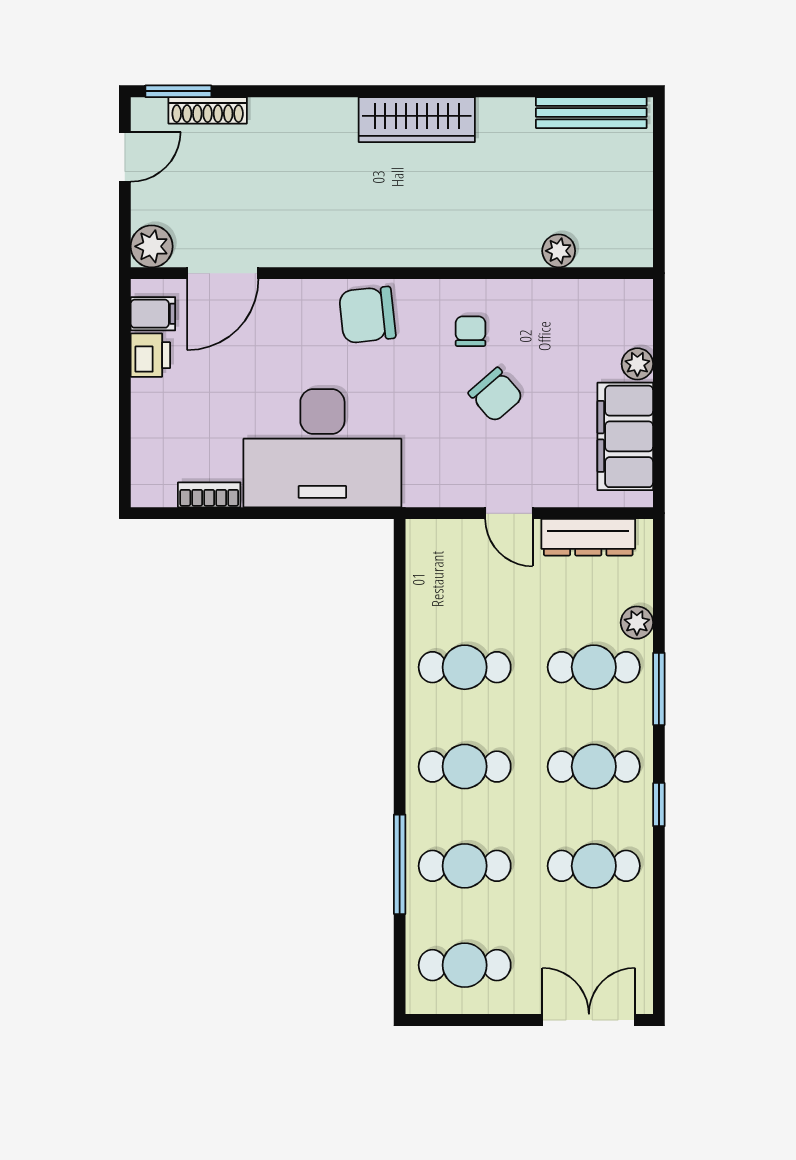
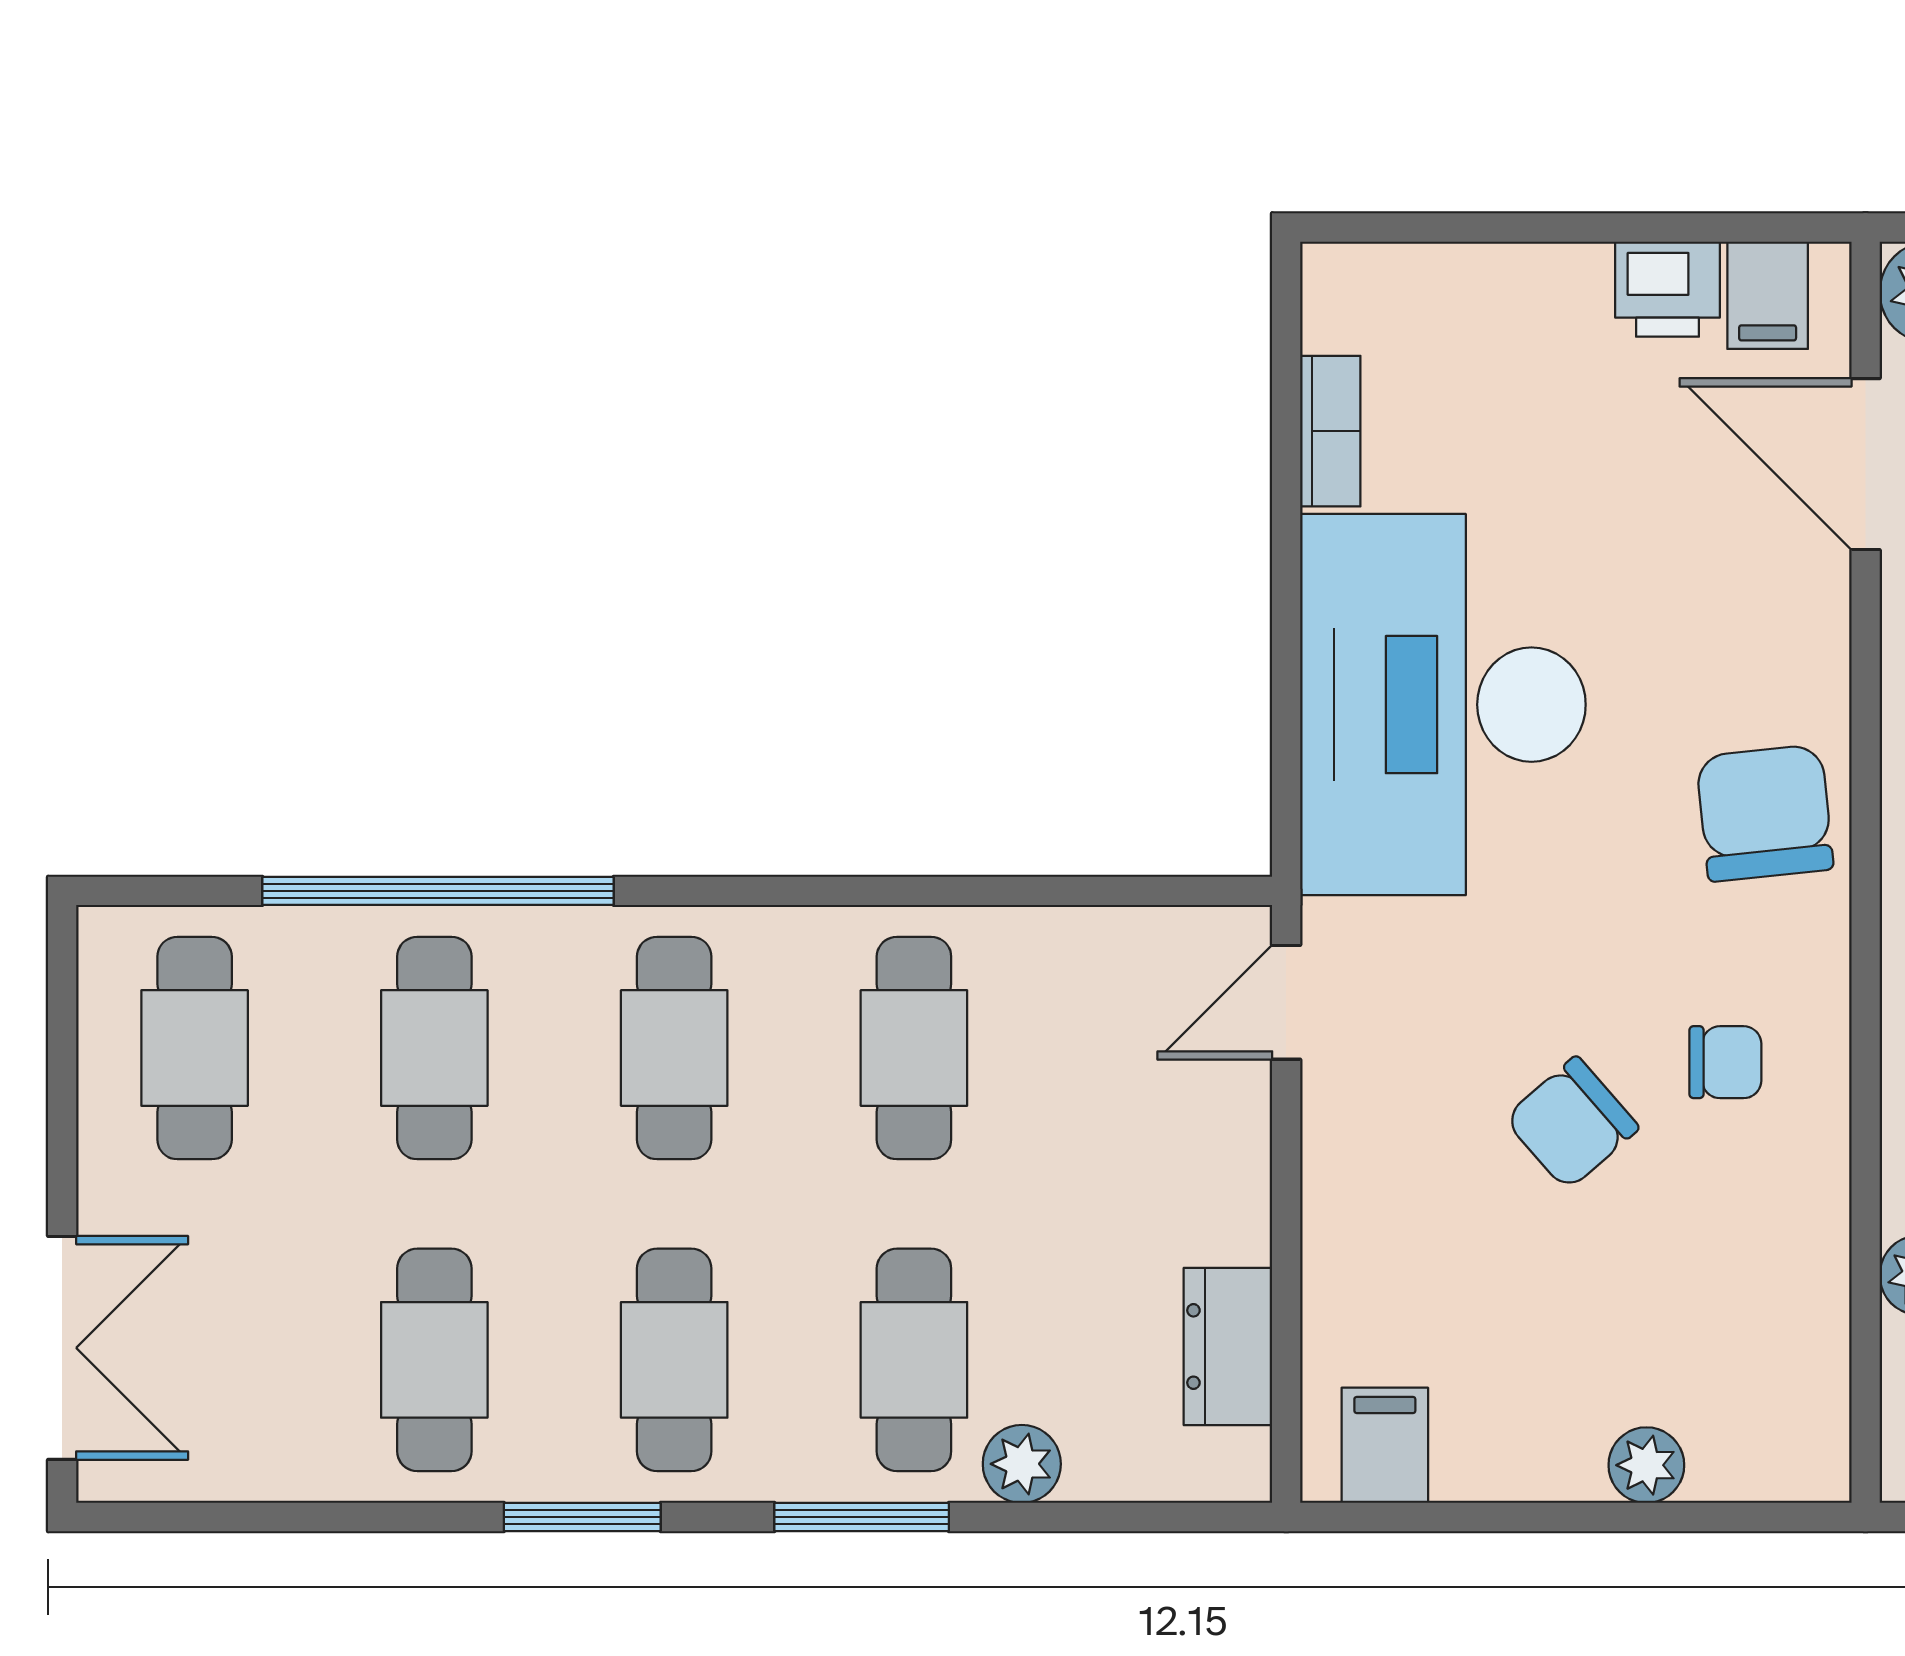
filing cabinet: (625, 436) -> (1385, 1445), width x0.33, depth x0.86
door: (509, 513) -> (1286, 1002), moved
dresser: (588, 537) -> (1228, 1347), width x0.70
window: (659, 805) -> (582, 1517), width x1.50
window: (400, 864) -> (438, 891), width x1.46

